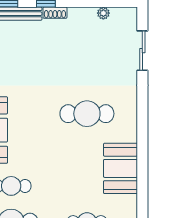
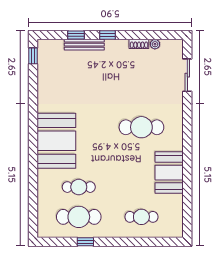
shoe rack: (55, 13) -> (139, 44), moved

